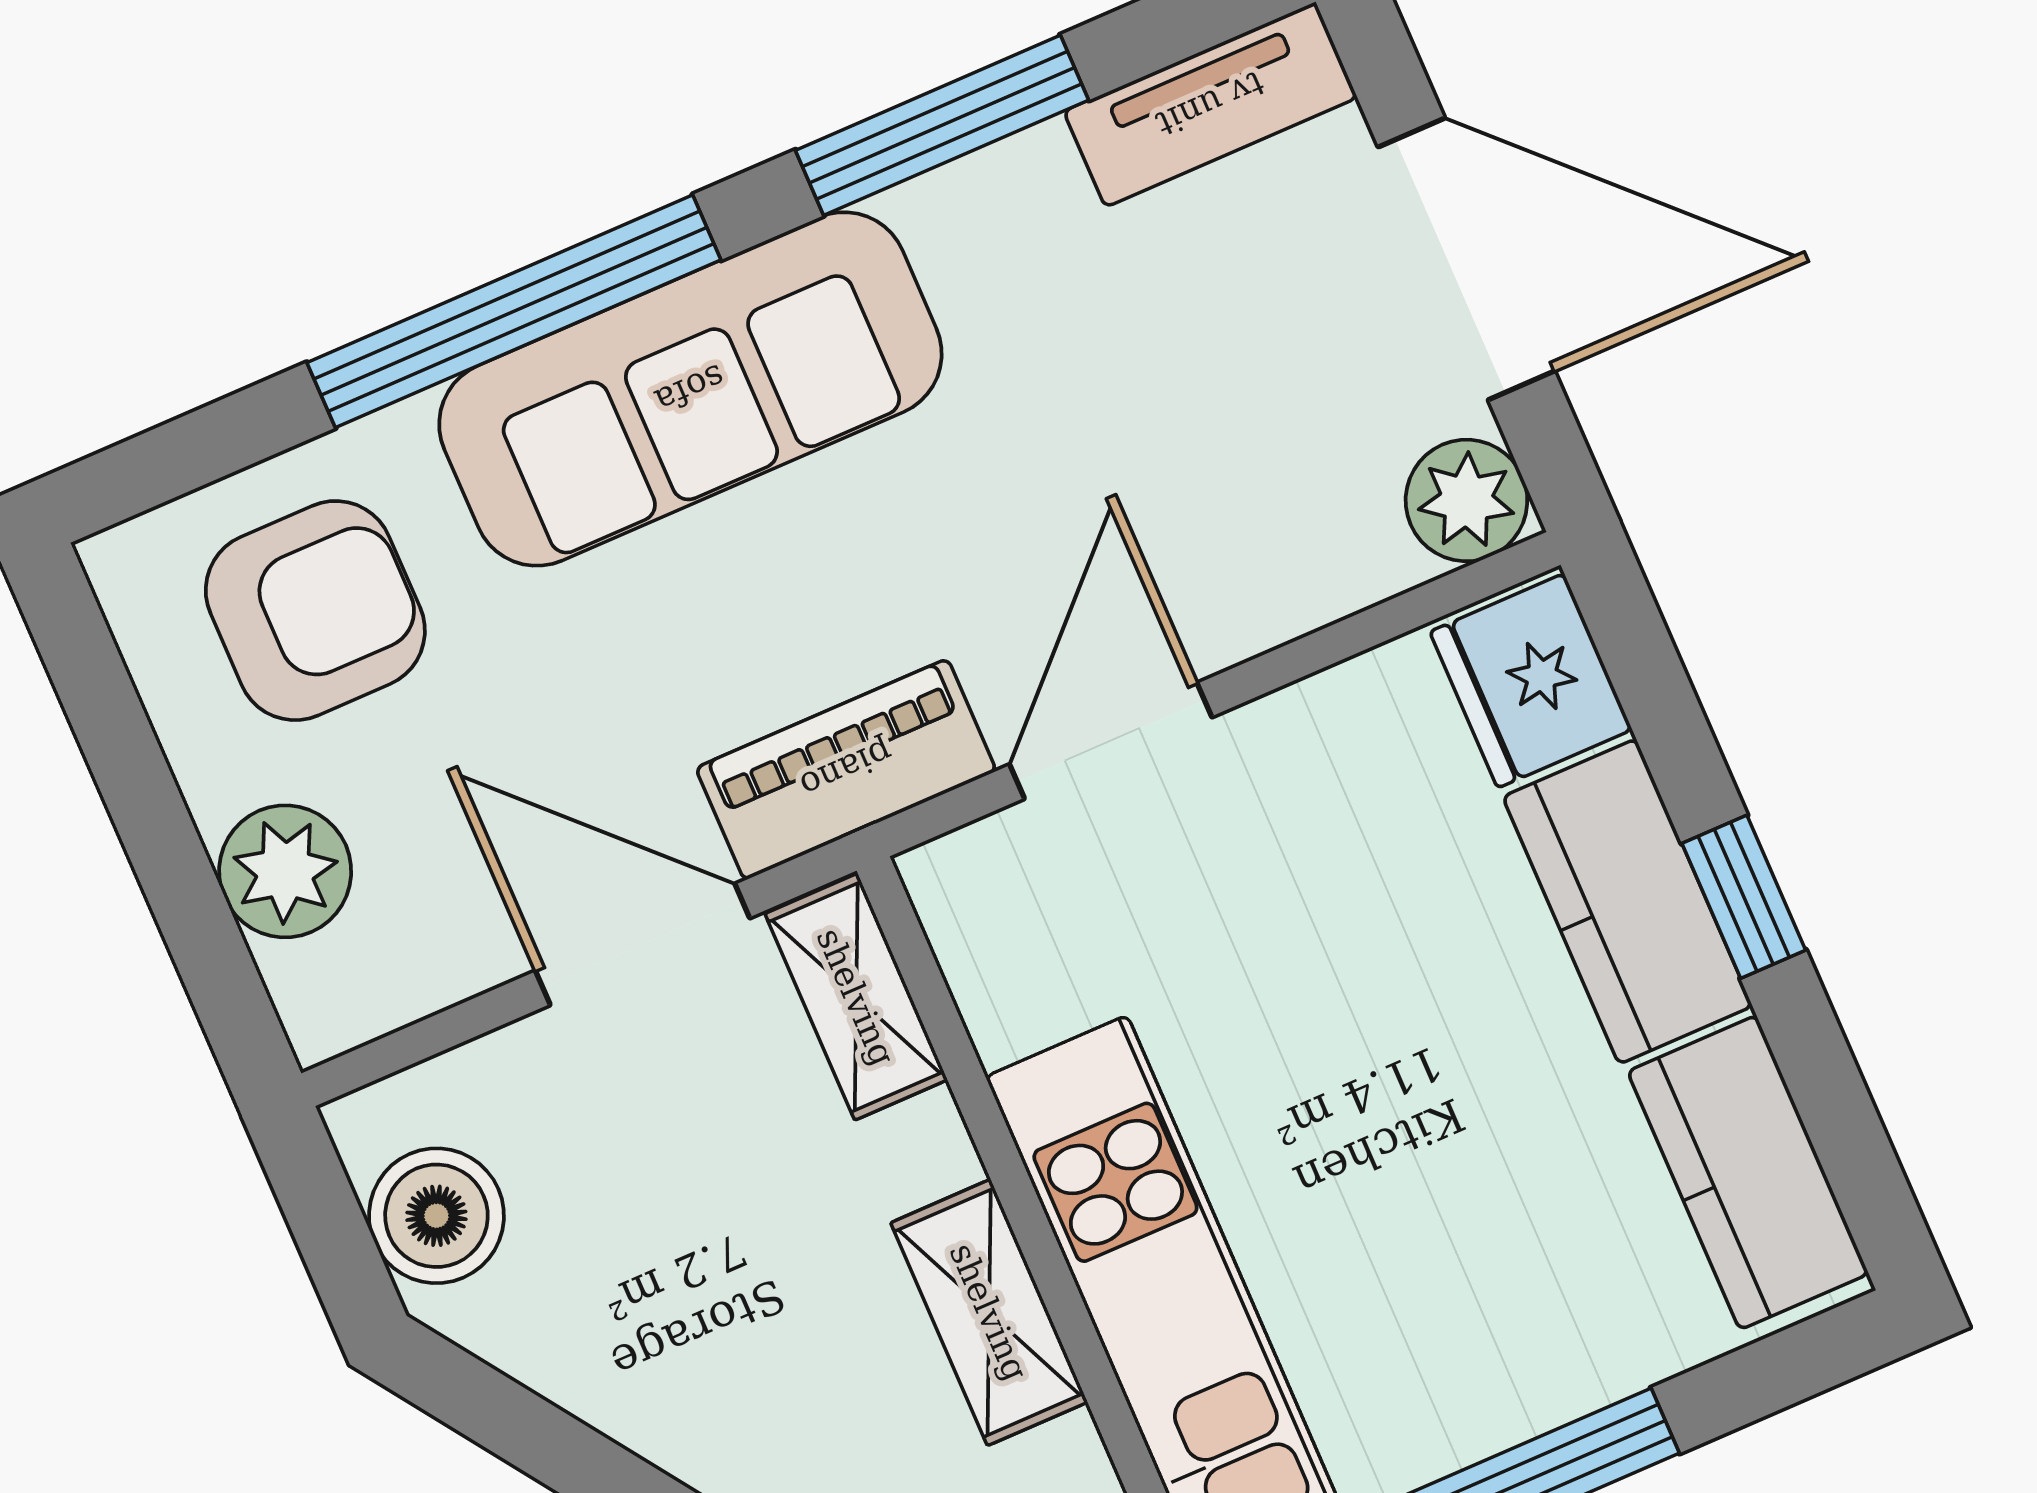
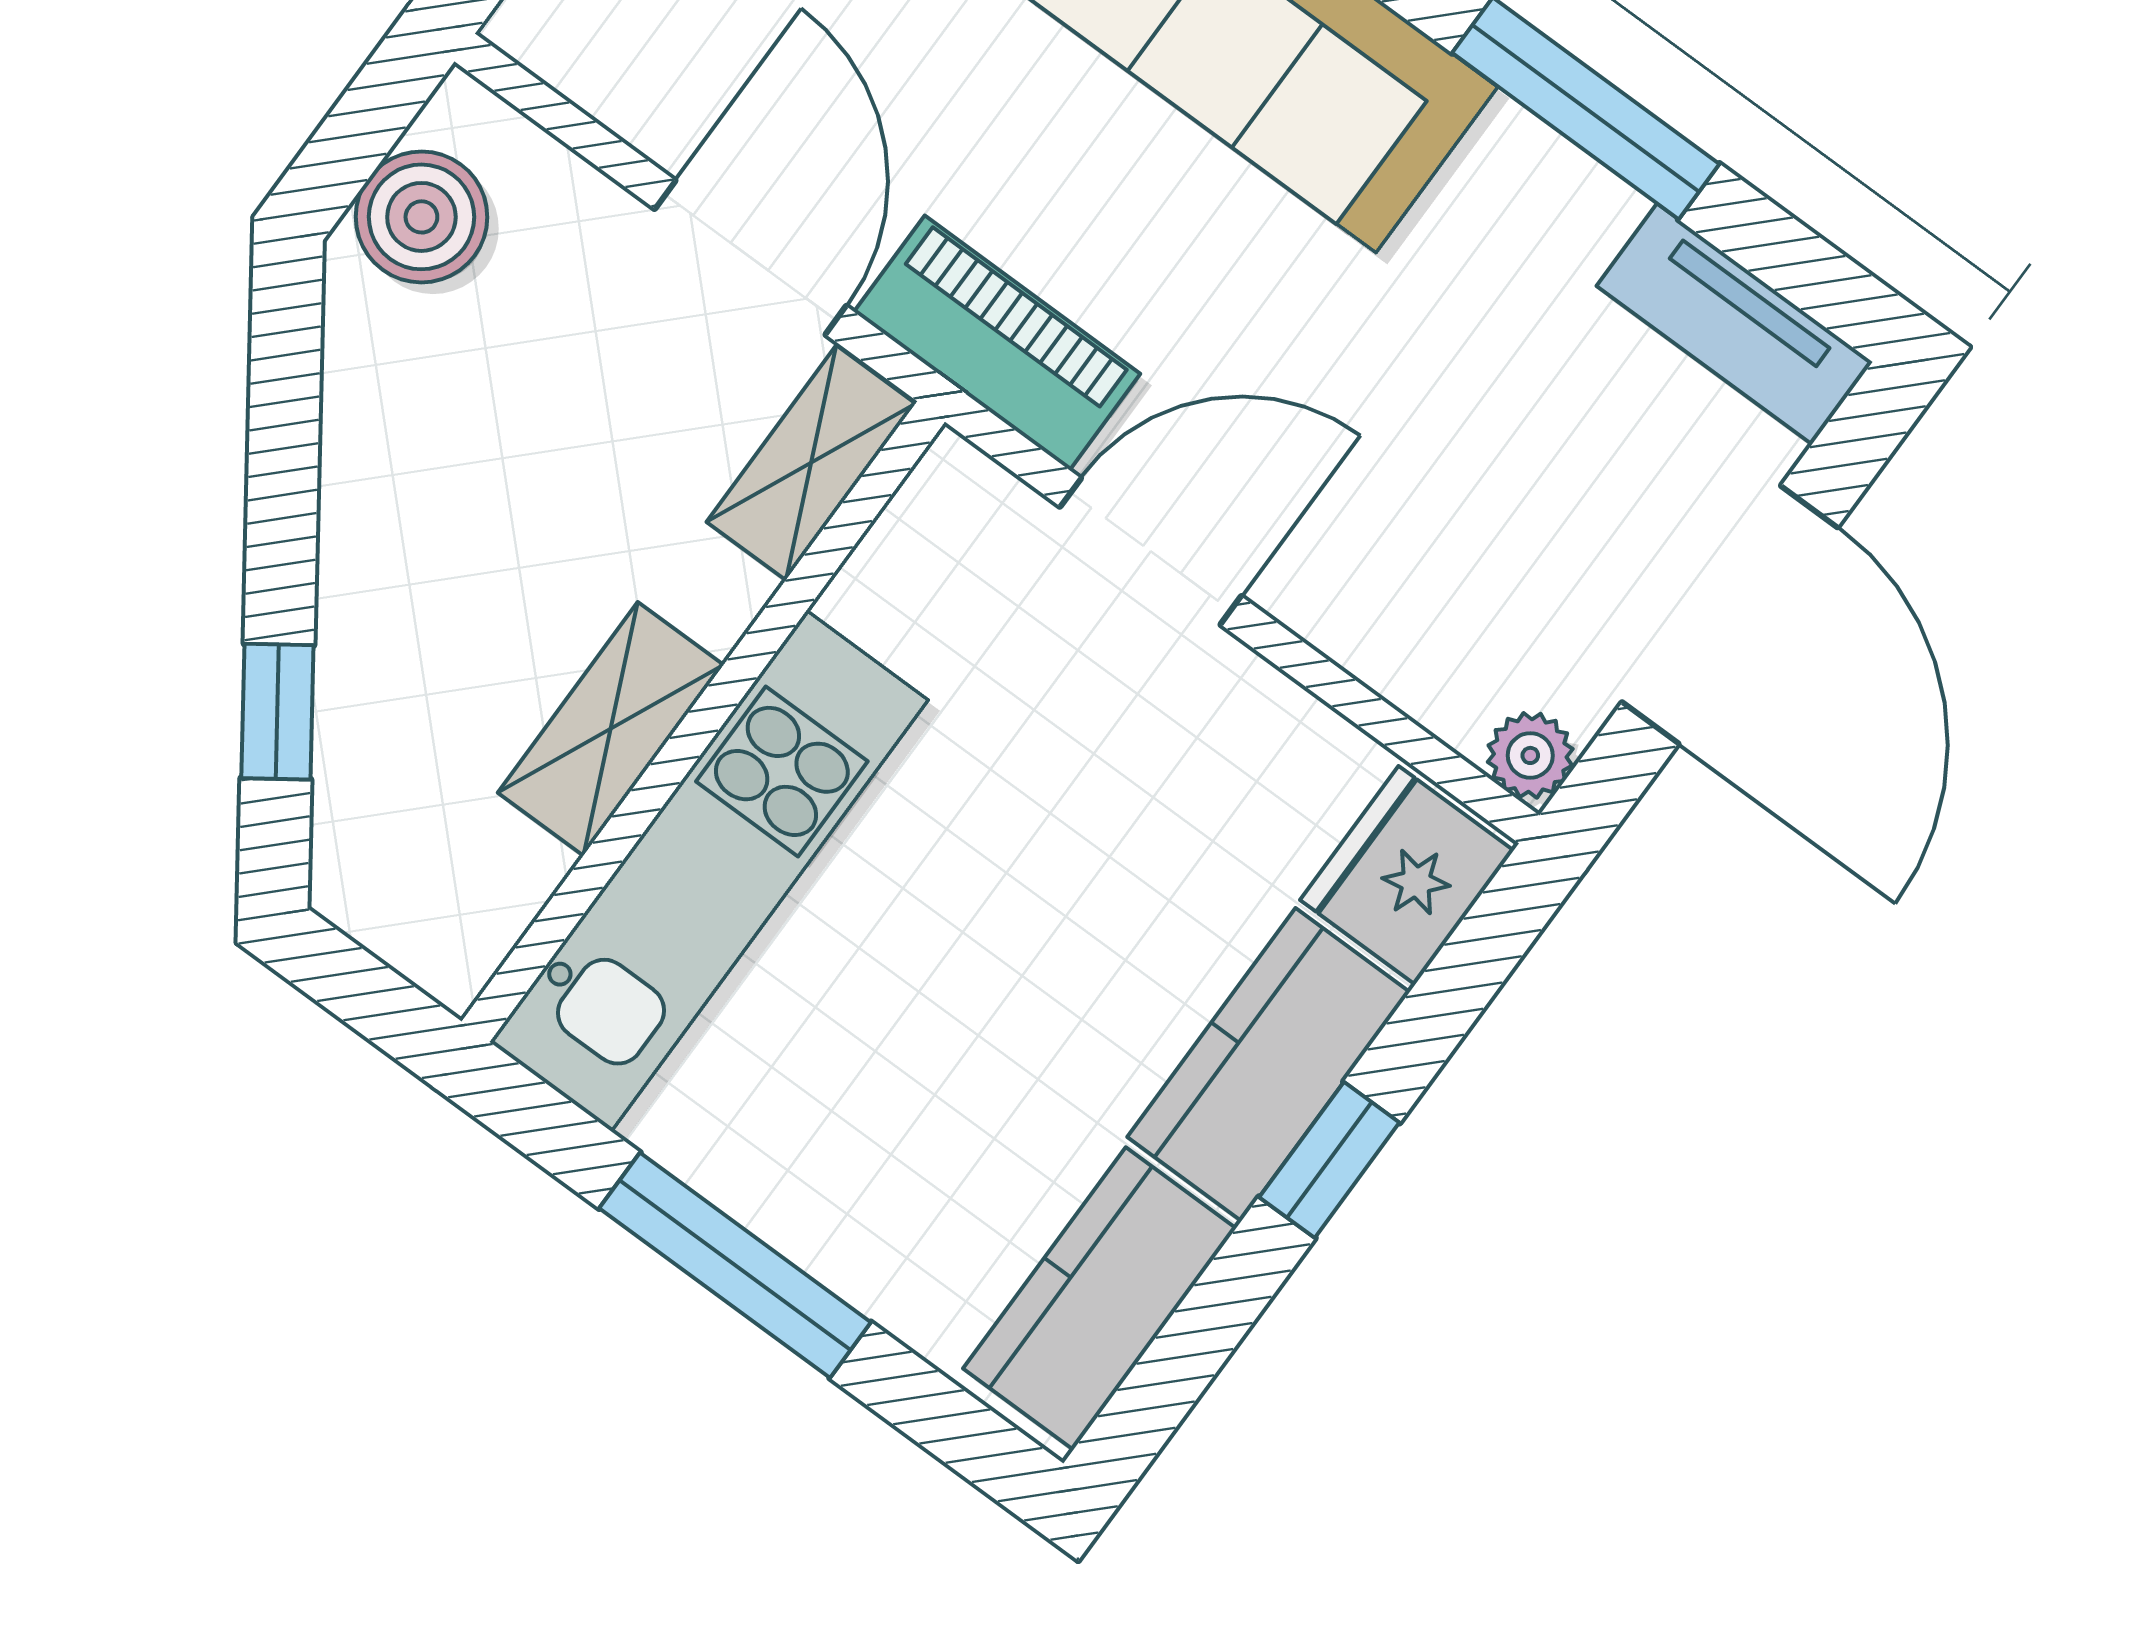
plant: (1466, 500) -> (1530, 755), width x0.73, depth x0.73

